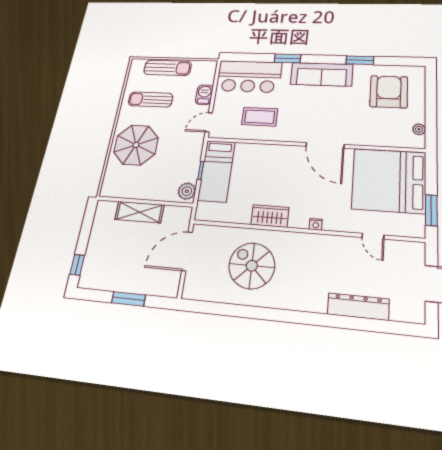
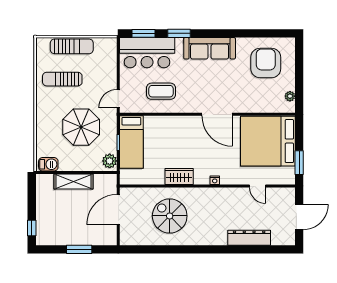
window: (360, 60) -> (144, 33), moved
barbecue: (204, 95) -> (48, 164), moved, turned 90
parasol: (136, 145) -> (81, 127), moved

